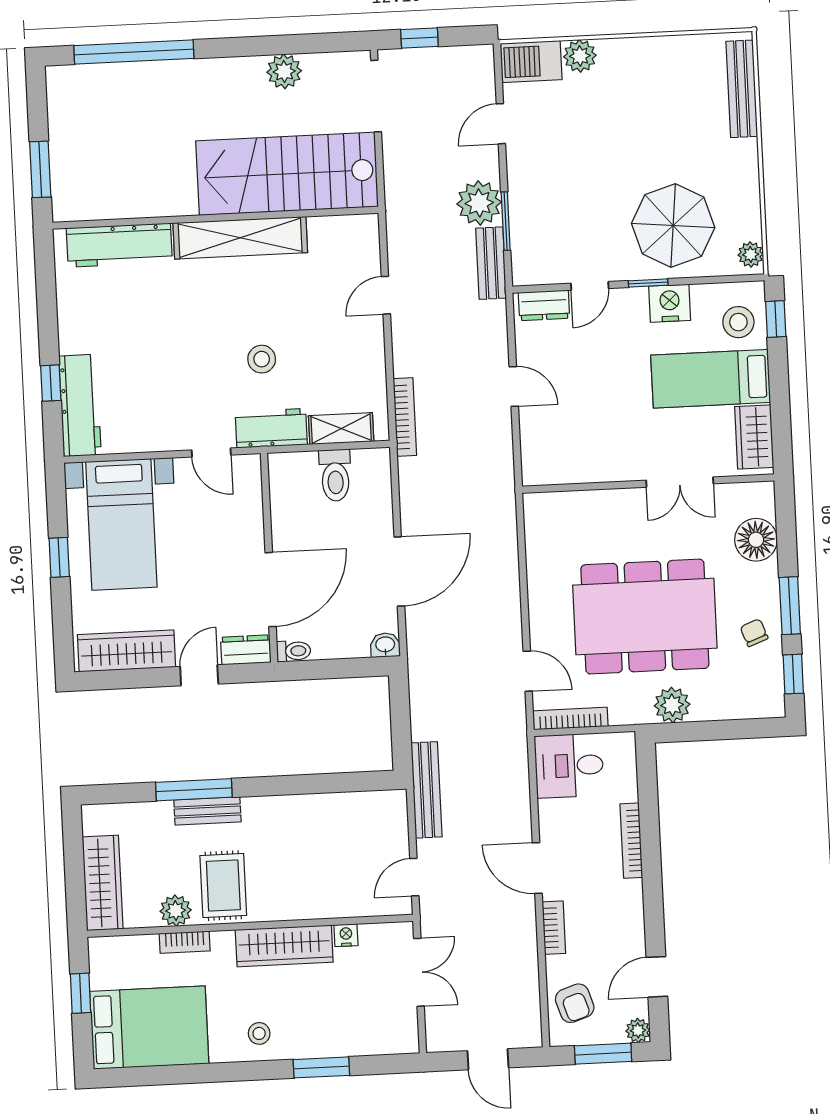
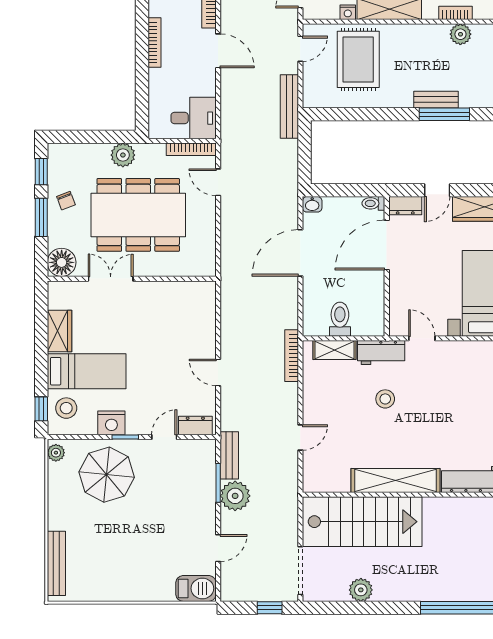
plant: (580, 56) -> (163, 591), removed
double door: (680, 482) -> (111, 279), moved
wall: (648, 484) -> (132, 279), moved
bookcase: (631, 841) -> (155, 43), moved
rug: (223, 886) -> (358, 59), moved, width x1.36, depth x1.43

